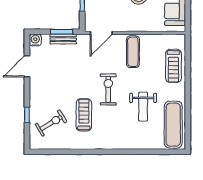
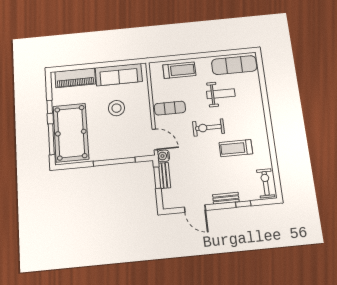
water cooler: (35, 40) -> (163, 156), moved
bench: (34, 98) -> (226, 198), added
exercise bike: (51, 123) -> (266, 183), moved, turned 31

